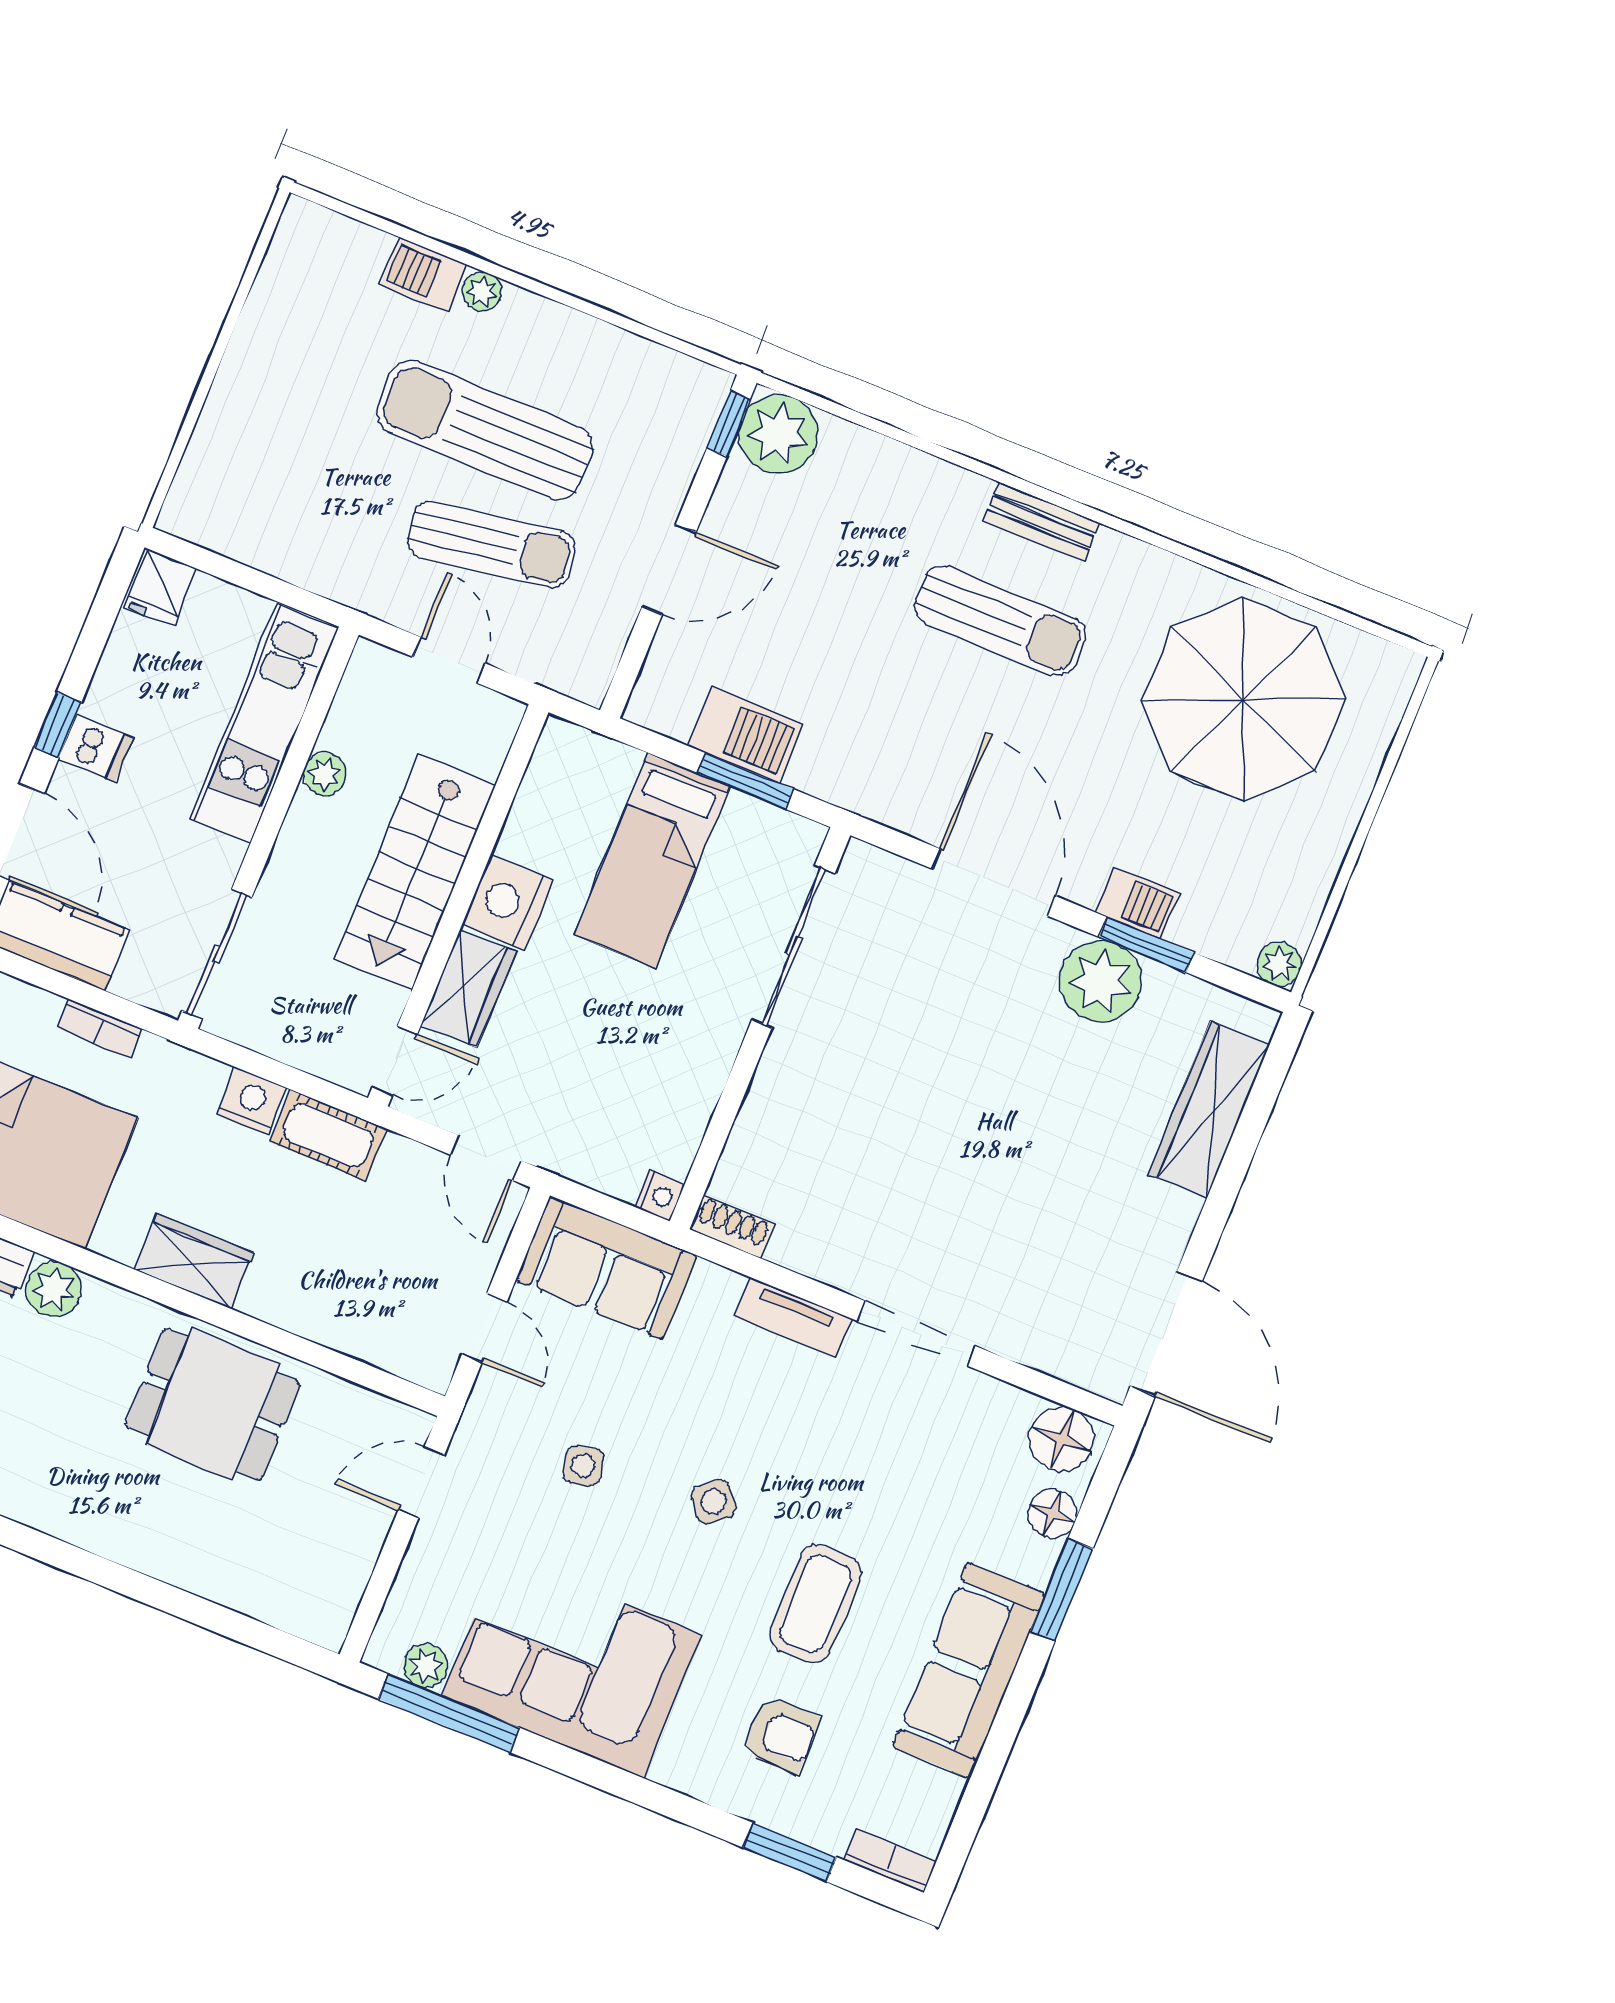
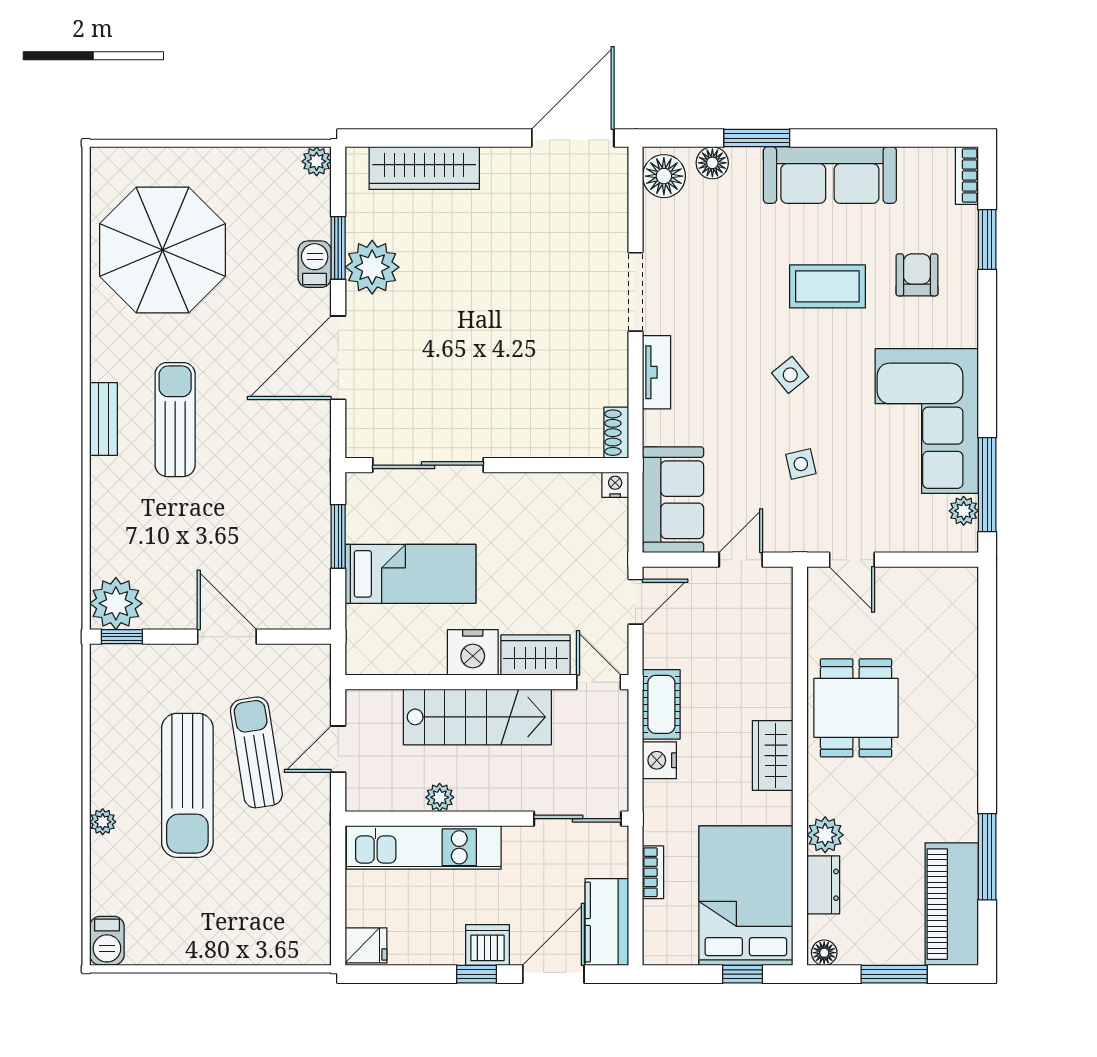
barbecue: (424, 275) -> (107, 941), moved
barbecue: (745, 735) -> (310, 548), removed
dishwasher: (96, 748) -> (487, 945), width x1.38

